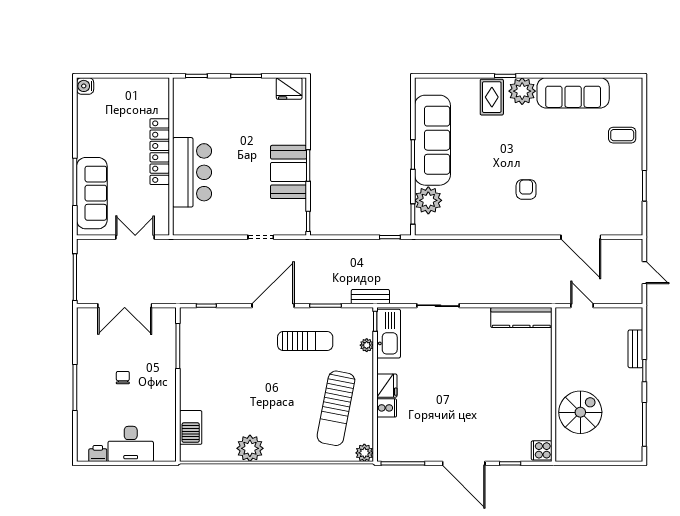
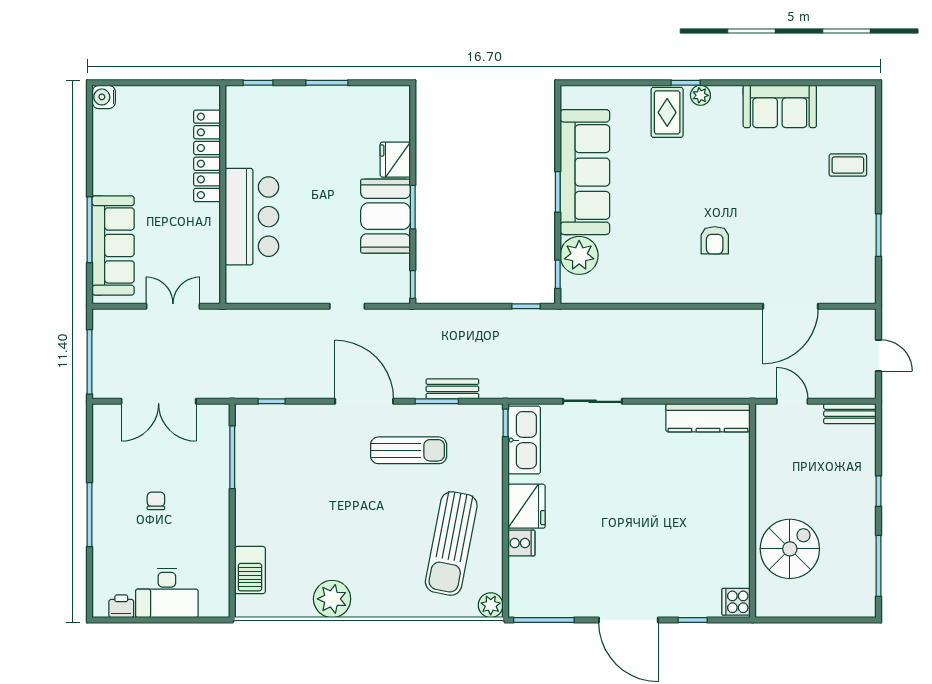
fridge: (289, 88) -> (395, 160), moved, turned 90
plant: (522, 91) -> (700, 95), width x0.53, depth x0.53
sofa: (573, 93) -> (780, 106), width x0.73
locker: (160, 152) -> (207, 156), moved
armchair: (526, 189) -> (715, 240), turned 180
door: (581, 237) -> (791, 306), hinge flipped
bench: (370, 297) -> (452, 389), moved
door: (273, 306) -> (364, 401), hinge flipped
plant: (367, 345) -> (494, 456), removed
bench: (635, 349) -> (850, 414), moved, turned 90
fridge: (387, 386) -> (526, 506), width x1.36, depth x1.34

